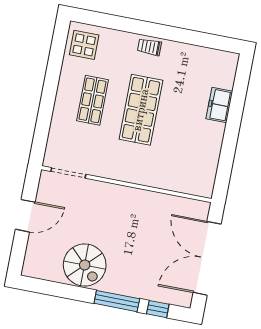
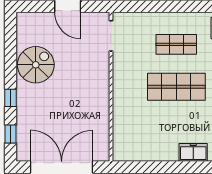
spiral stairs: (85, 265) -> (36, 65), turned 180
window: (117, 301) -> (11, 98), width x0.46

